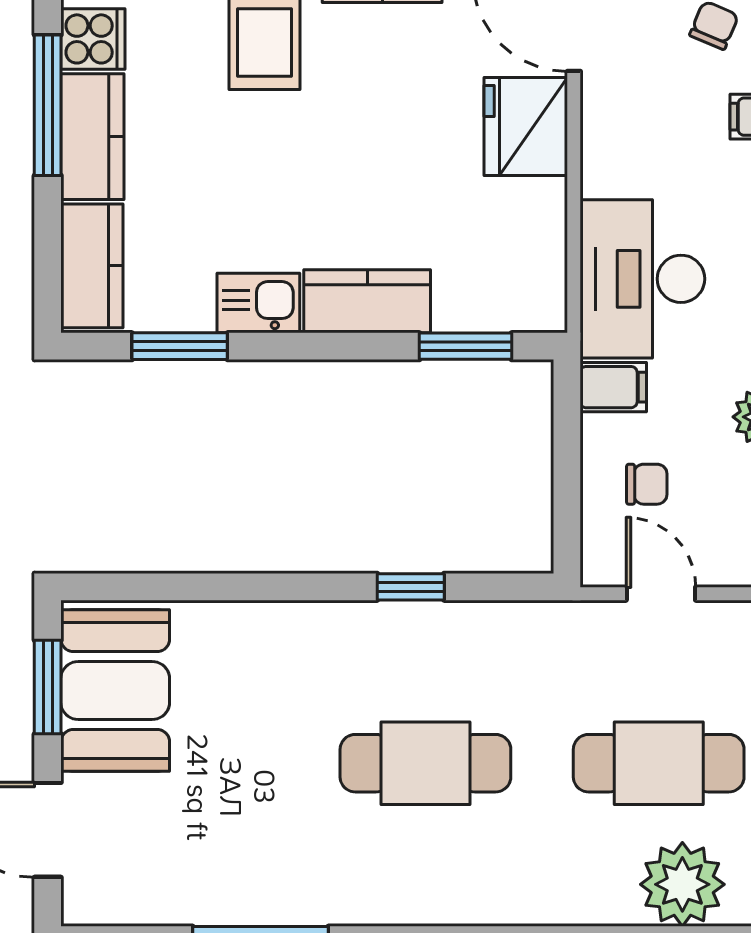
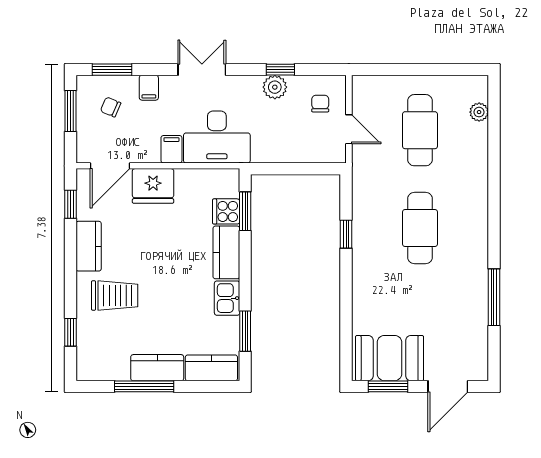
cooker: (93, 39) -> (226, 211), moved, turned -90
filing cabinet: (613, 387) -> (171, 149), moved
chair: (647, 484) -> (320, 104), moved
door: (661, 594) -> (349, 129), swing flipped
plant: (682, 884) -> (479, 112), width x0.53, depth x0.53

